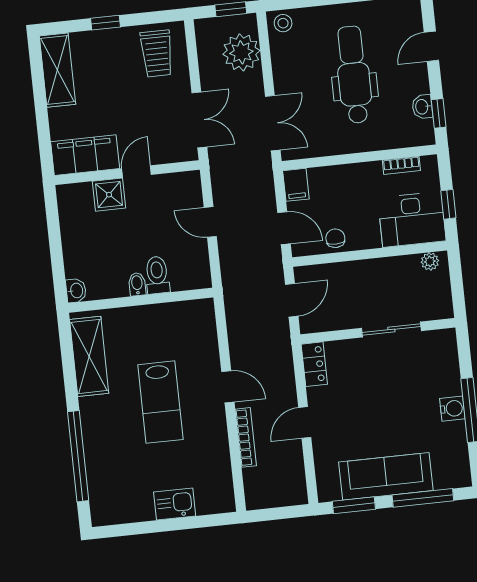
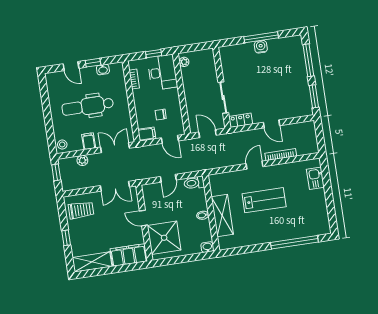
plant: (241, 52) -> (82, 160), width x0.53, depth x0.53
filing cabinet: (287, 74) -> (89, 141), added
window: (439, 113) -> (93, 63), moved
double door: (199, 120) -> (115, 186), swing flipped
filing cabinet: (85, 155) -> (129, 255), moved, turned 90
shower: (109, 195) -> (164, 238), width x1.86, depth x1.86
door: (284, 228) -> (170, 139), swing flipped
chair: (335, 238) -> (161, 115), moved
toilet: (157, 275) -> (194, 183), moved
sliding door: (391, 330) -> (223, 98), moved
shelving: (89, 356) -> (222, 216), moved, turned 90
sofa: (386, 476) -> (298, 80), removed
kitchen sink: (175, 504) -> (315, 178), moved

